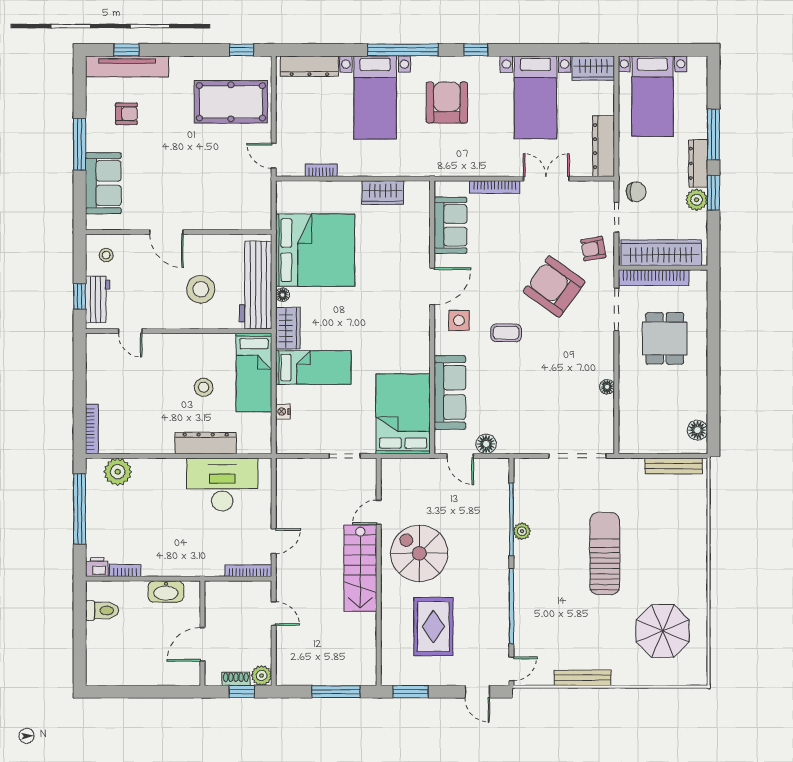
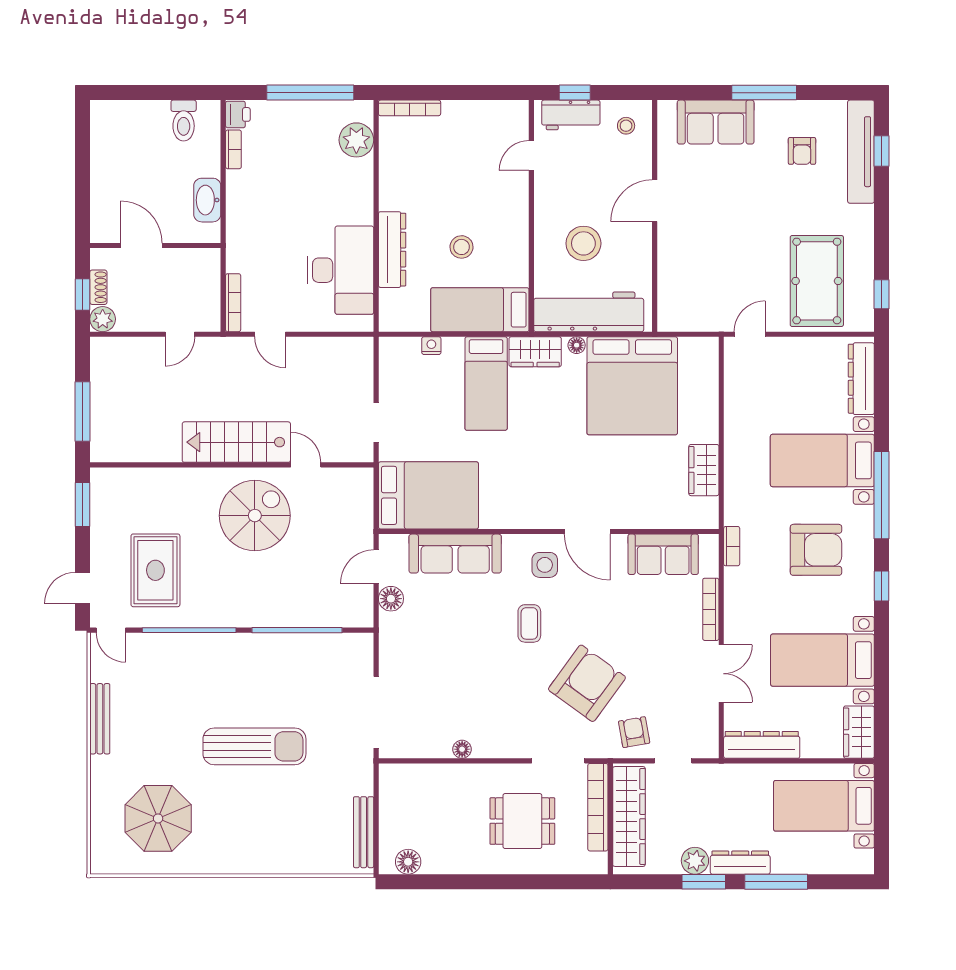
bookcase: (321, 170) -> (732, 546), moved
chair: (636, 192) -> (705, 785), removed
plant: (522, 531) -> (282, 643), removed
rug: (433, 627) -> (155, 570), moved, turned 90

